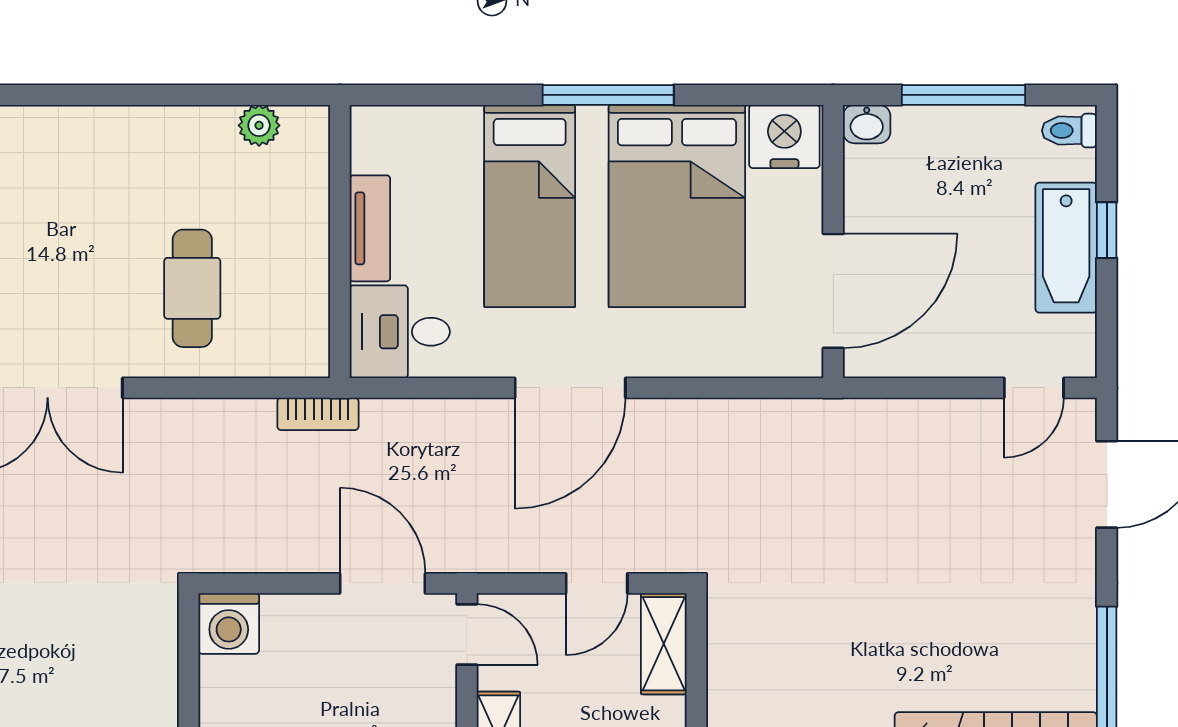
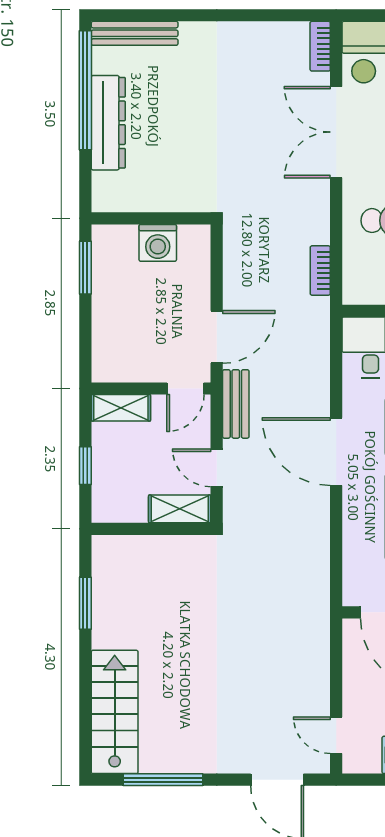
bookcase: (318, 414) -> (320, 271), moved
bench: (492, 552) -> (236, 404), added
washing machine: (229, 623) -> (158, 243), moved, turned -90

